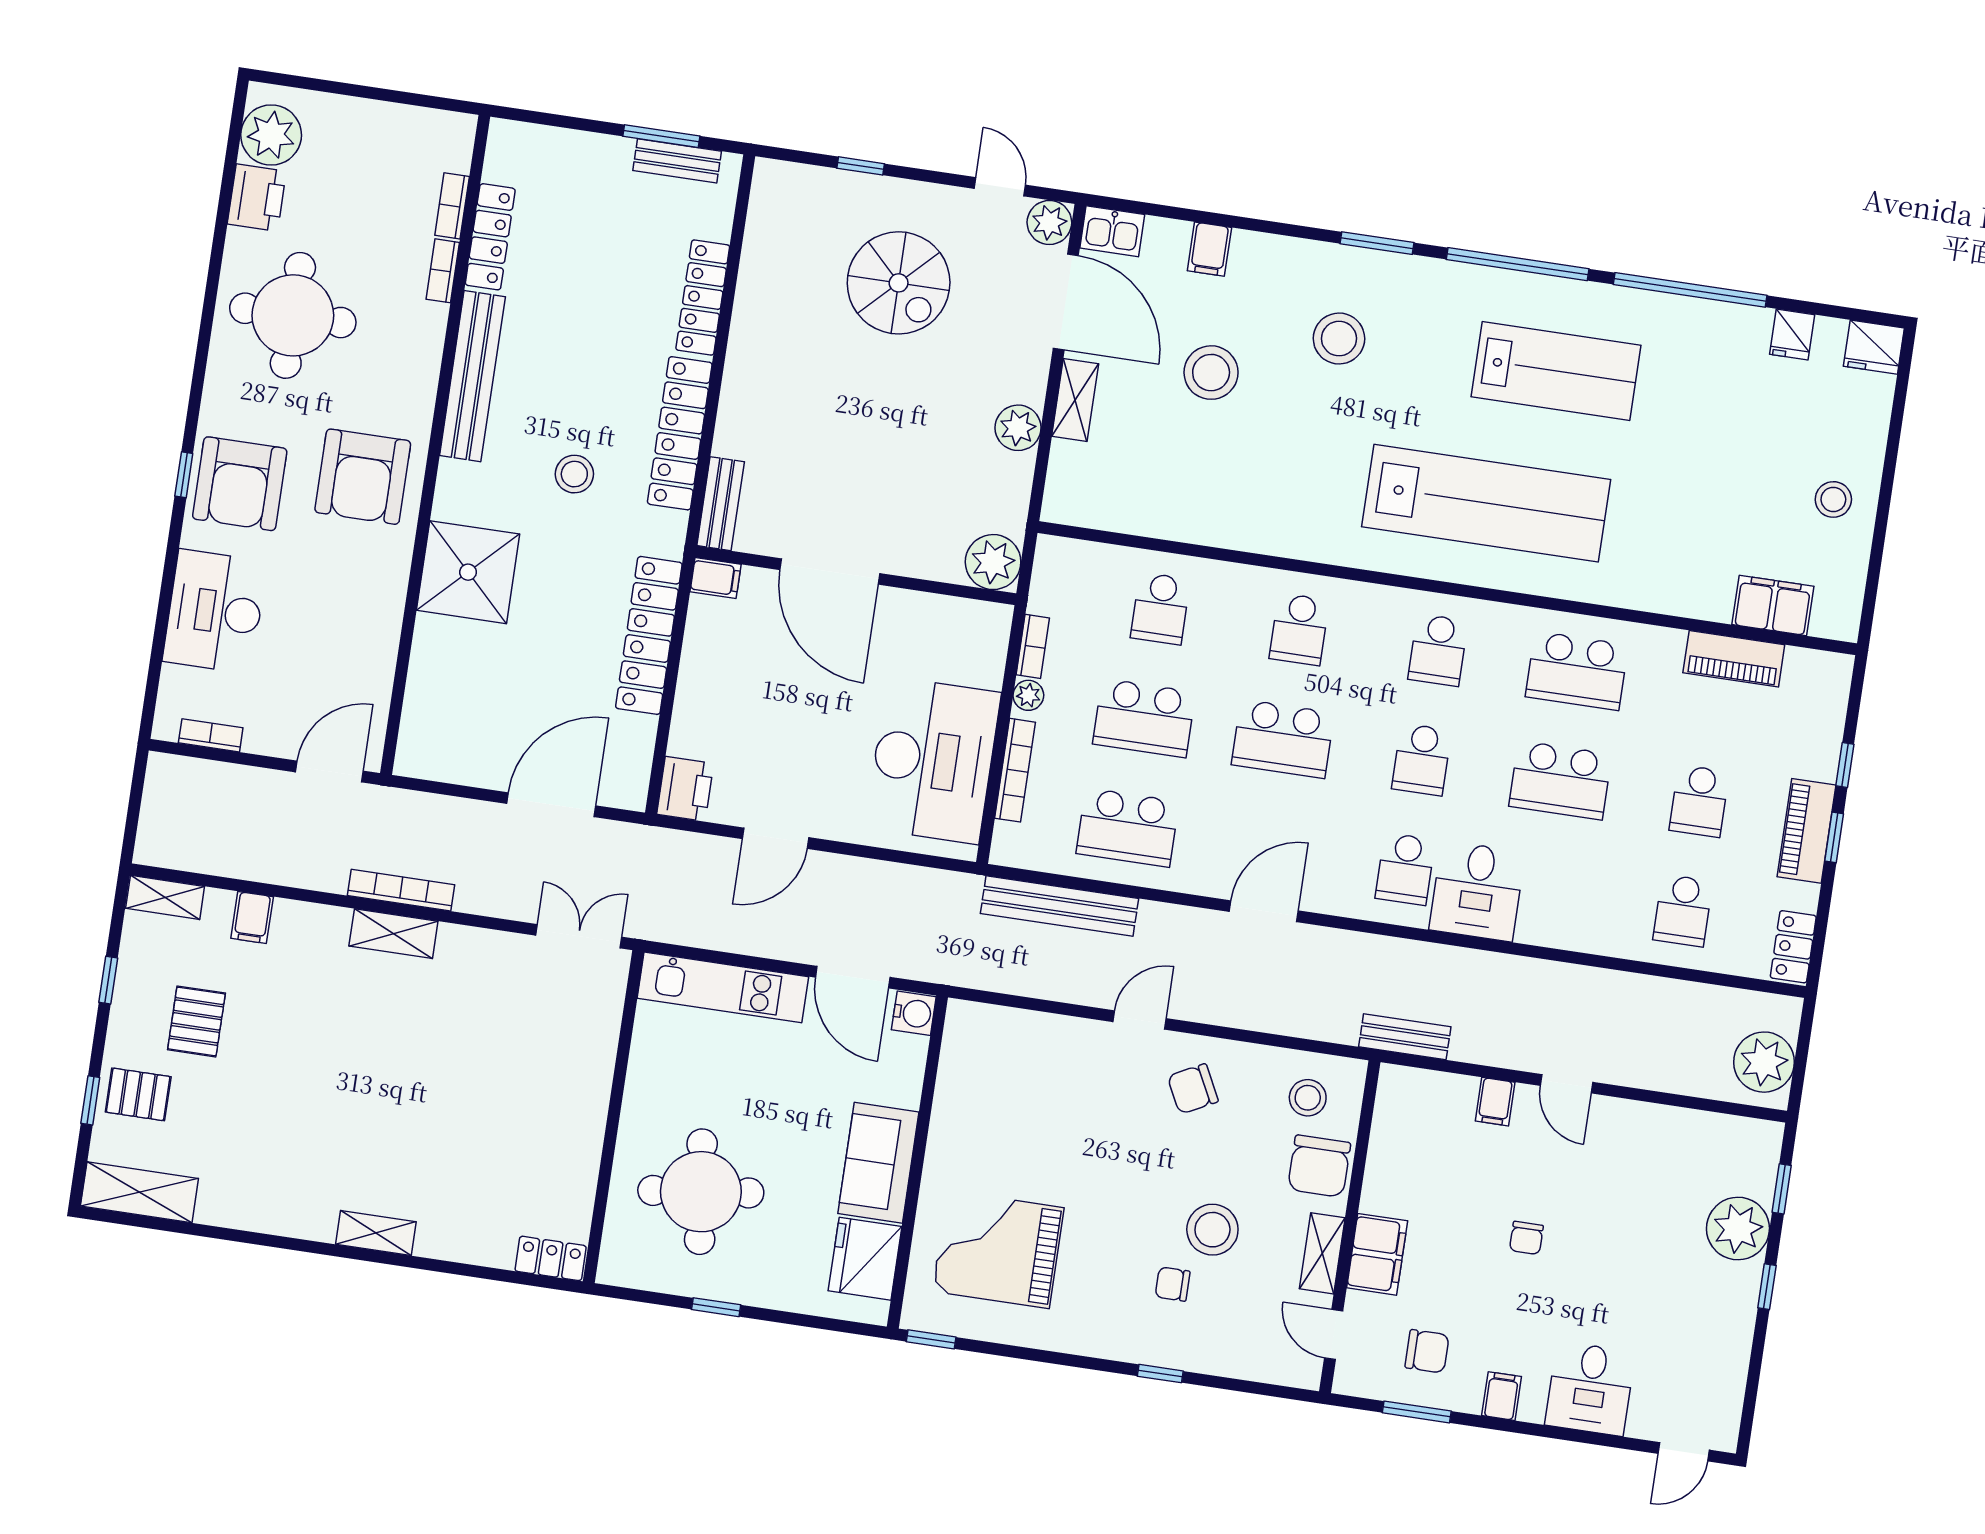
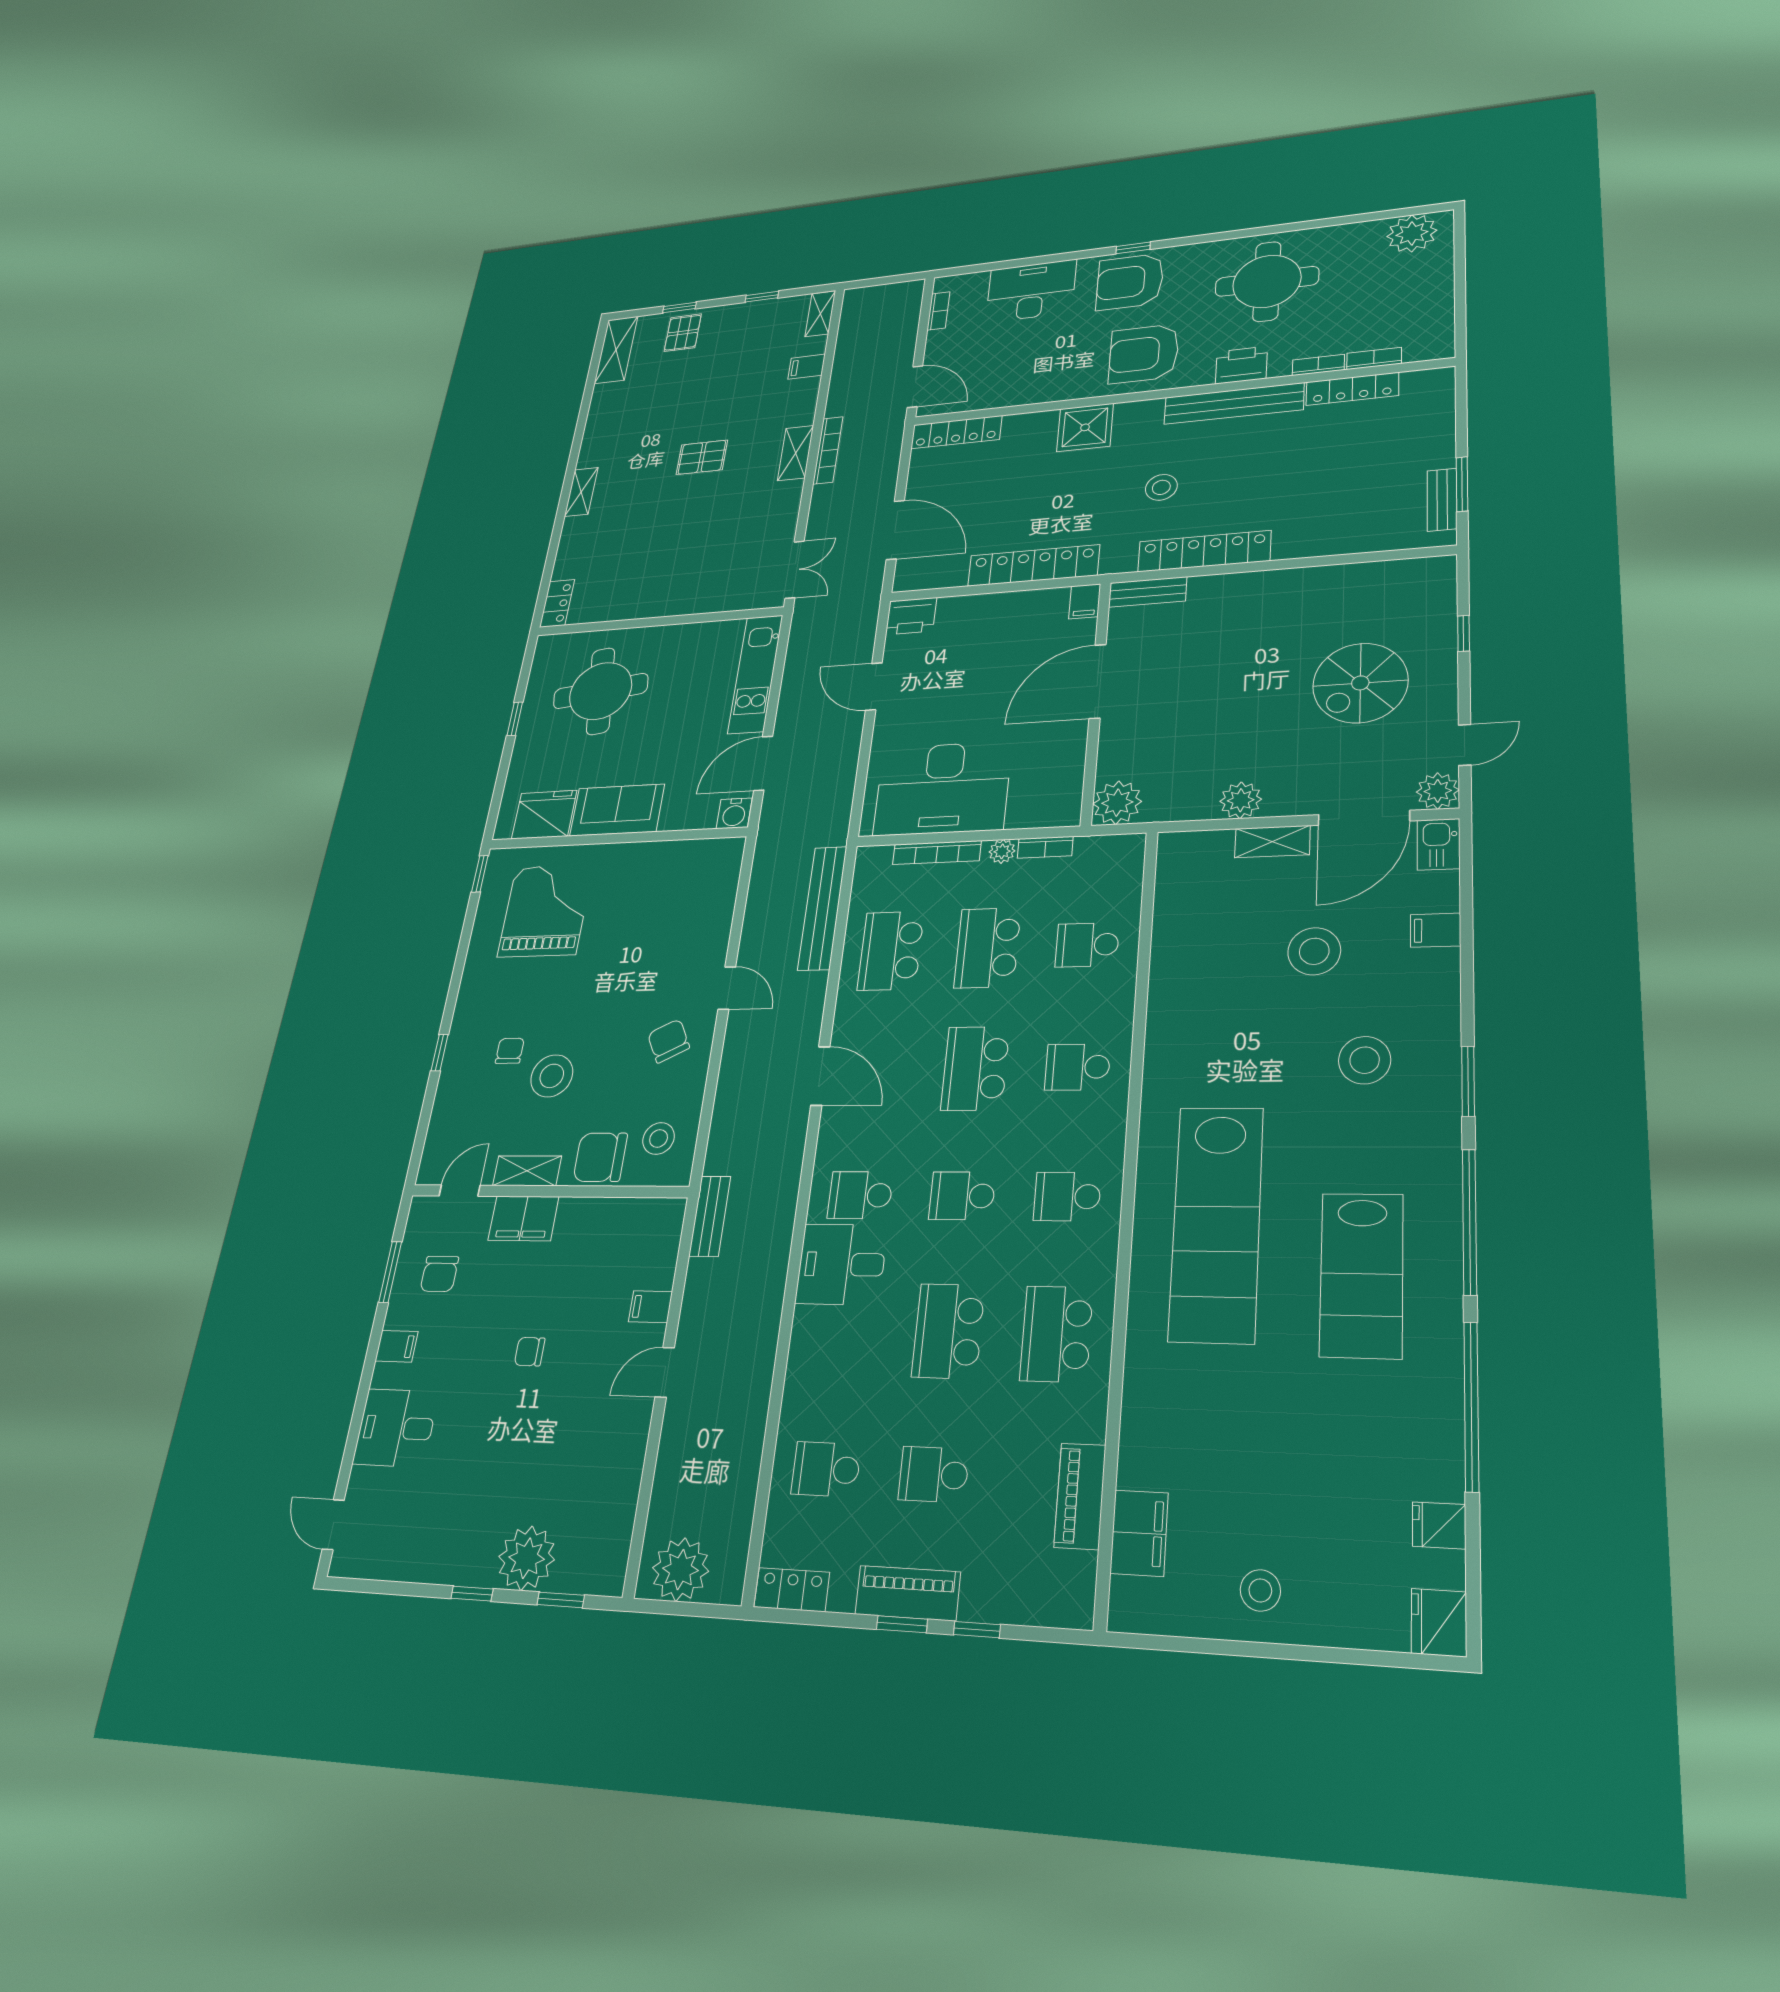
printer: (257, 198) -> (1241, 365), moved, turned 180
locker: (703, 298) -> (956, 432), moved, turned 180
shower: (468, 572) -> (1085, 427), width x0.73, depth x0.73
pallet: (196, 1021) -> (702, 457), moved

